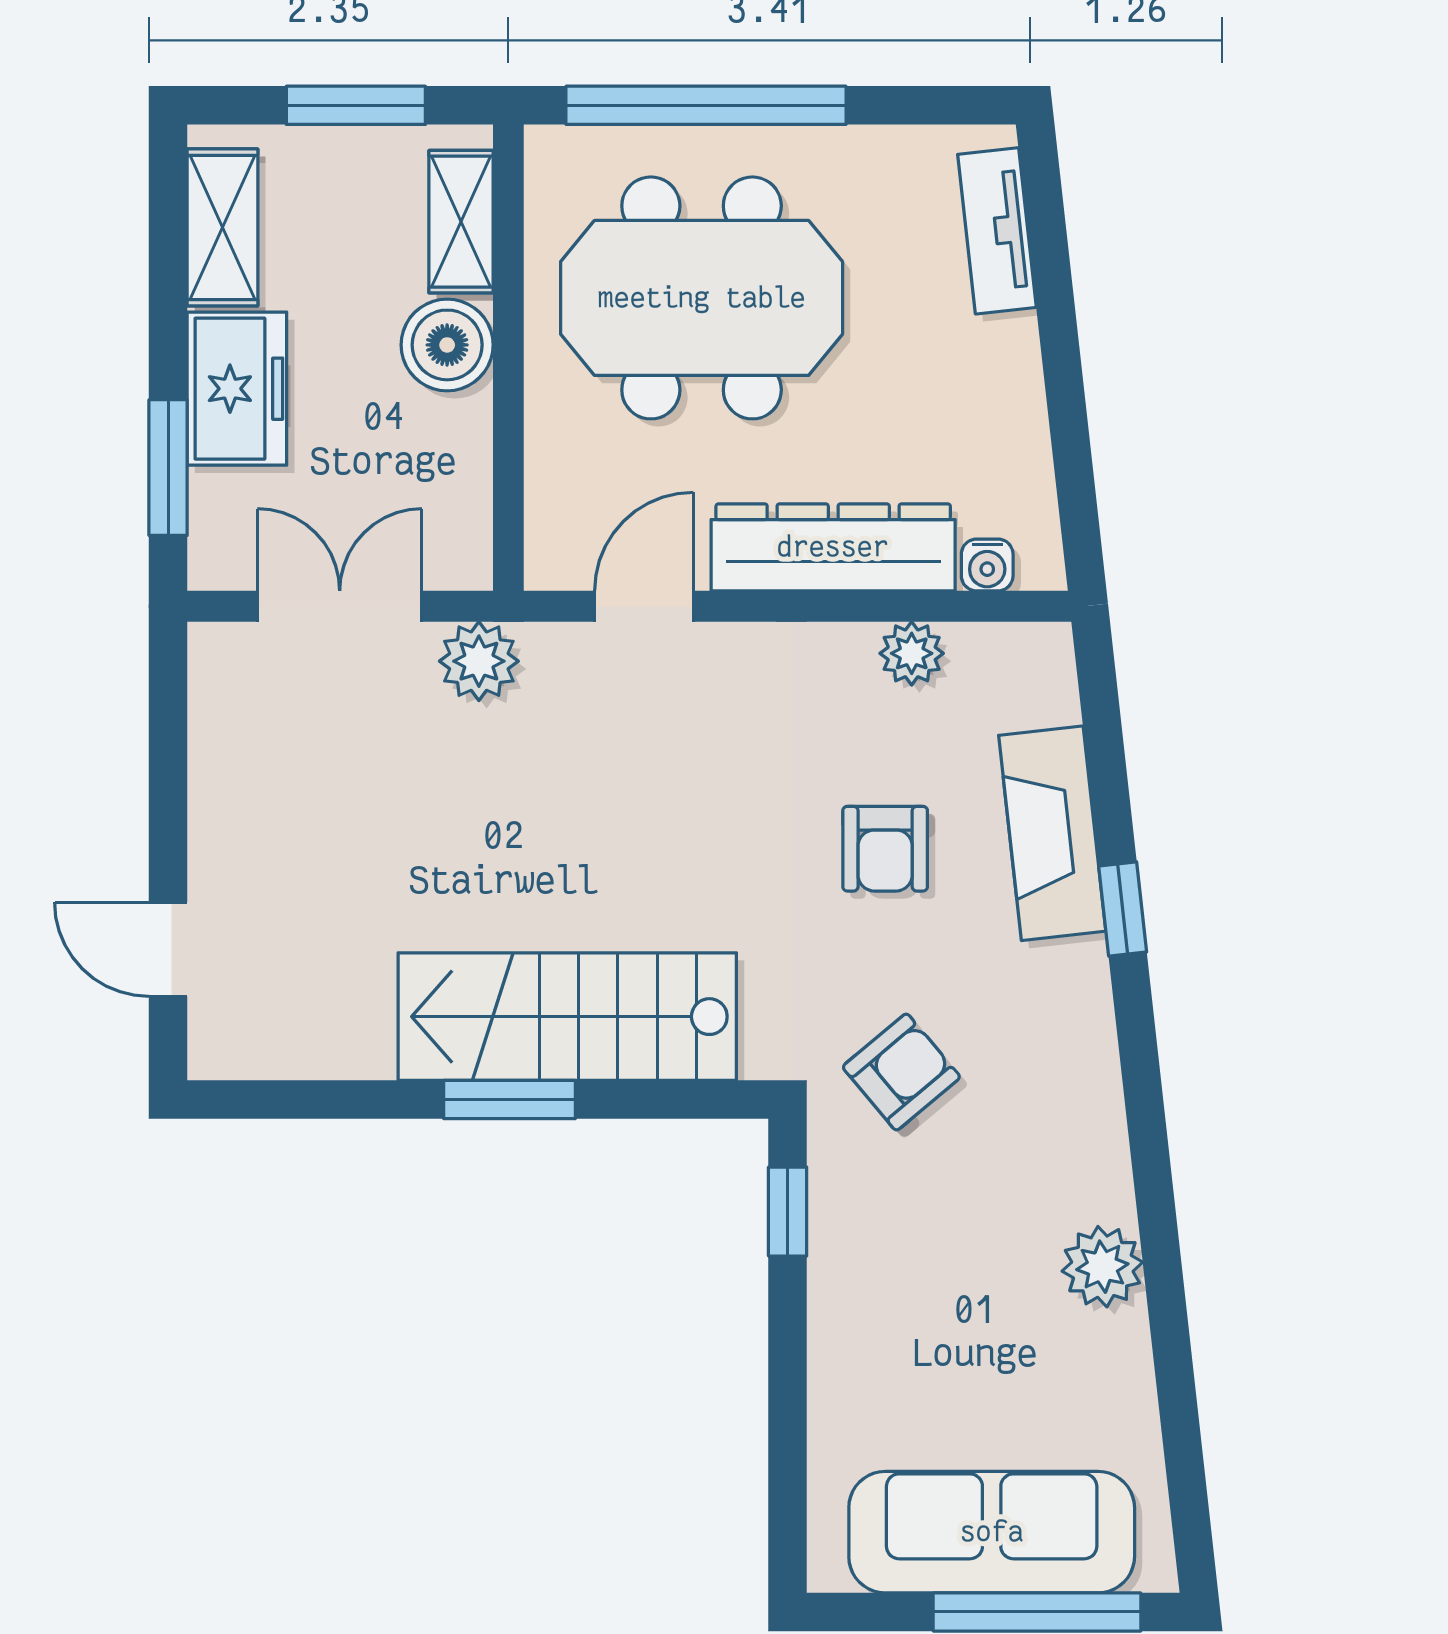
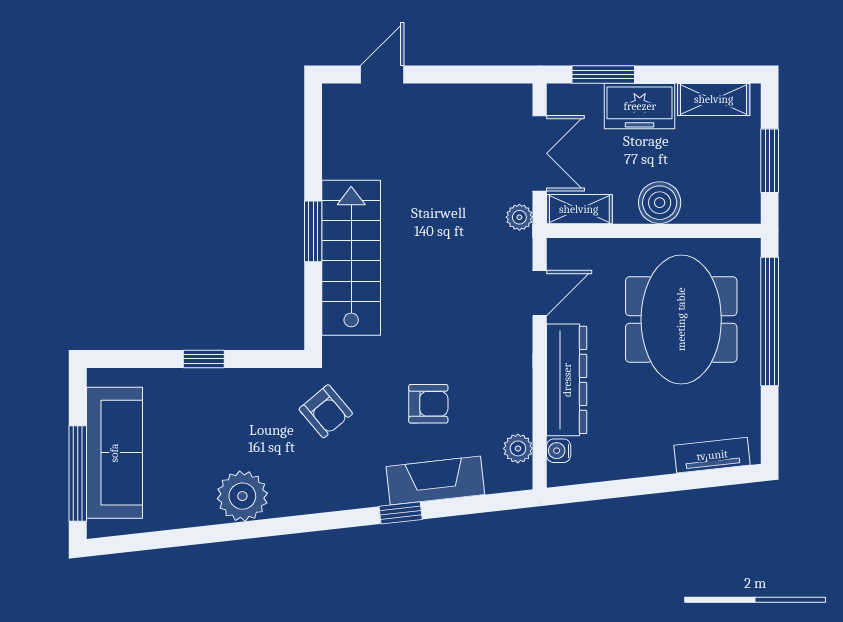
shelving: (461, 222) -> (579, 209), moved
door: (644, 606) -> (540, 293), hinge flipped
plant: (912, 653) -> (518, 448), moved
plant: (479, 661) -> (519, 217), width x0.73, depth x0.73
armchair: (885, 849) -> (428, 404), turned 180
window: (788, 1212) -> (204, 359), moved
plant: (1102, 1267) -> (242, 496), width x1.36, depth x1.36

